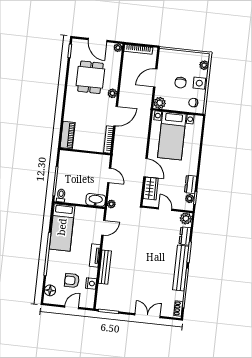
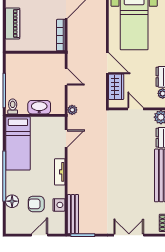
piano: (68, 135) -> (13, 23), moved
washbasin: (96, 200) -> (39, 107), moved
bench: (105, 267) -> (73, 214), moved
floor lamp: (50, 290) -> (12, 201), moved

